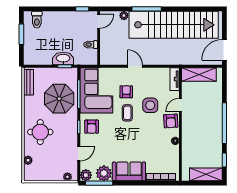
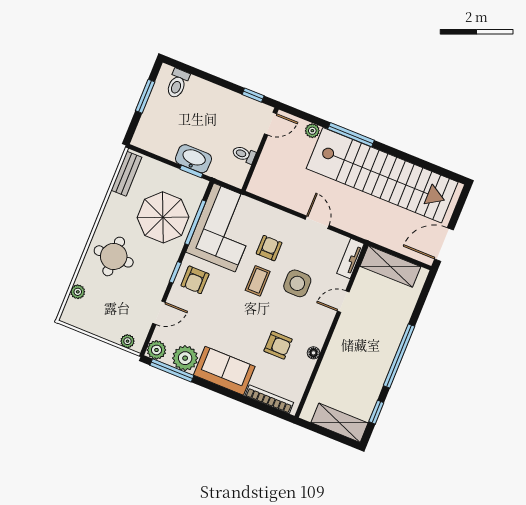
door: (135, 66) -> (317, 222), moved
armchair: (171, 121) -> (278, 345), moved, turned -87

